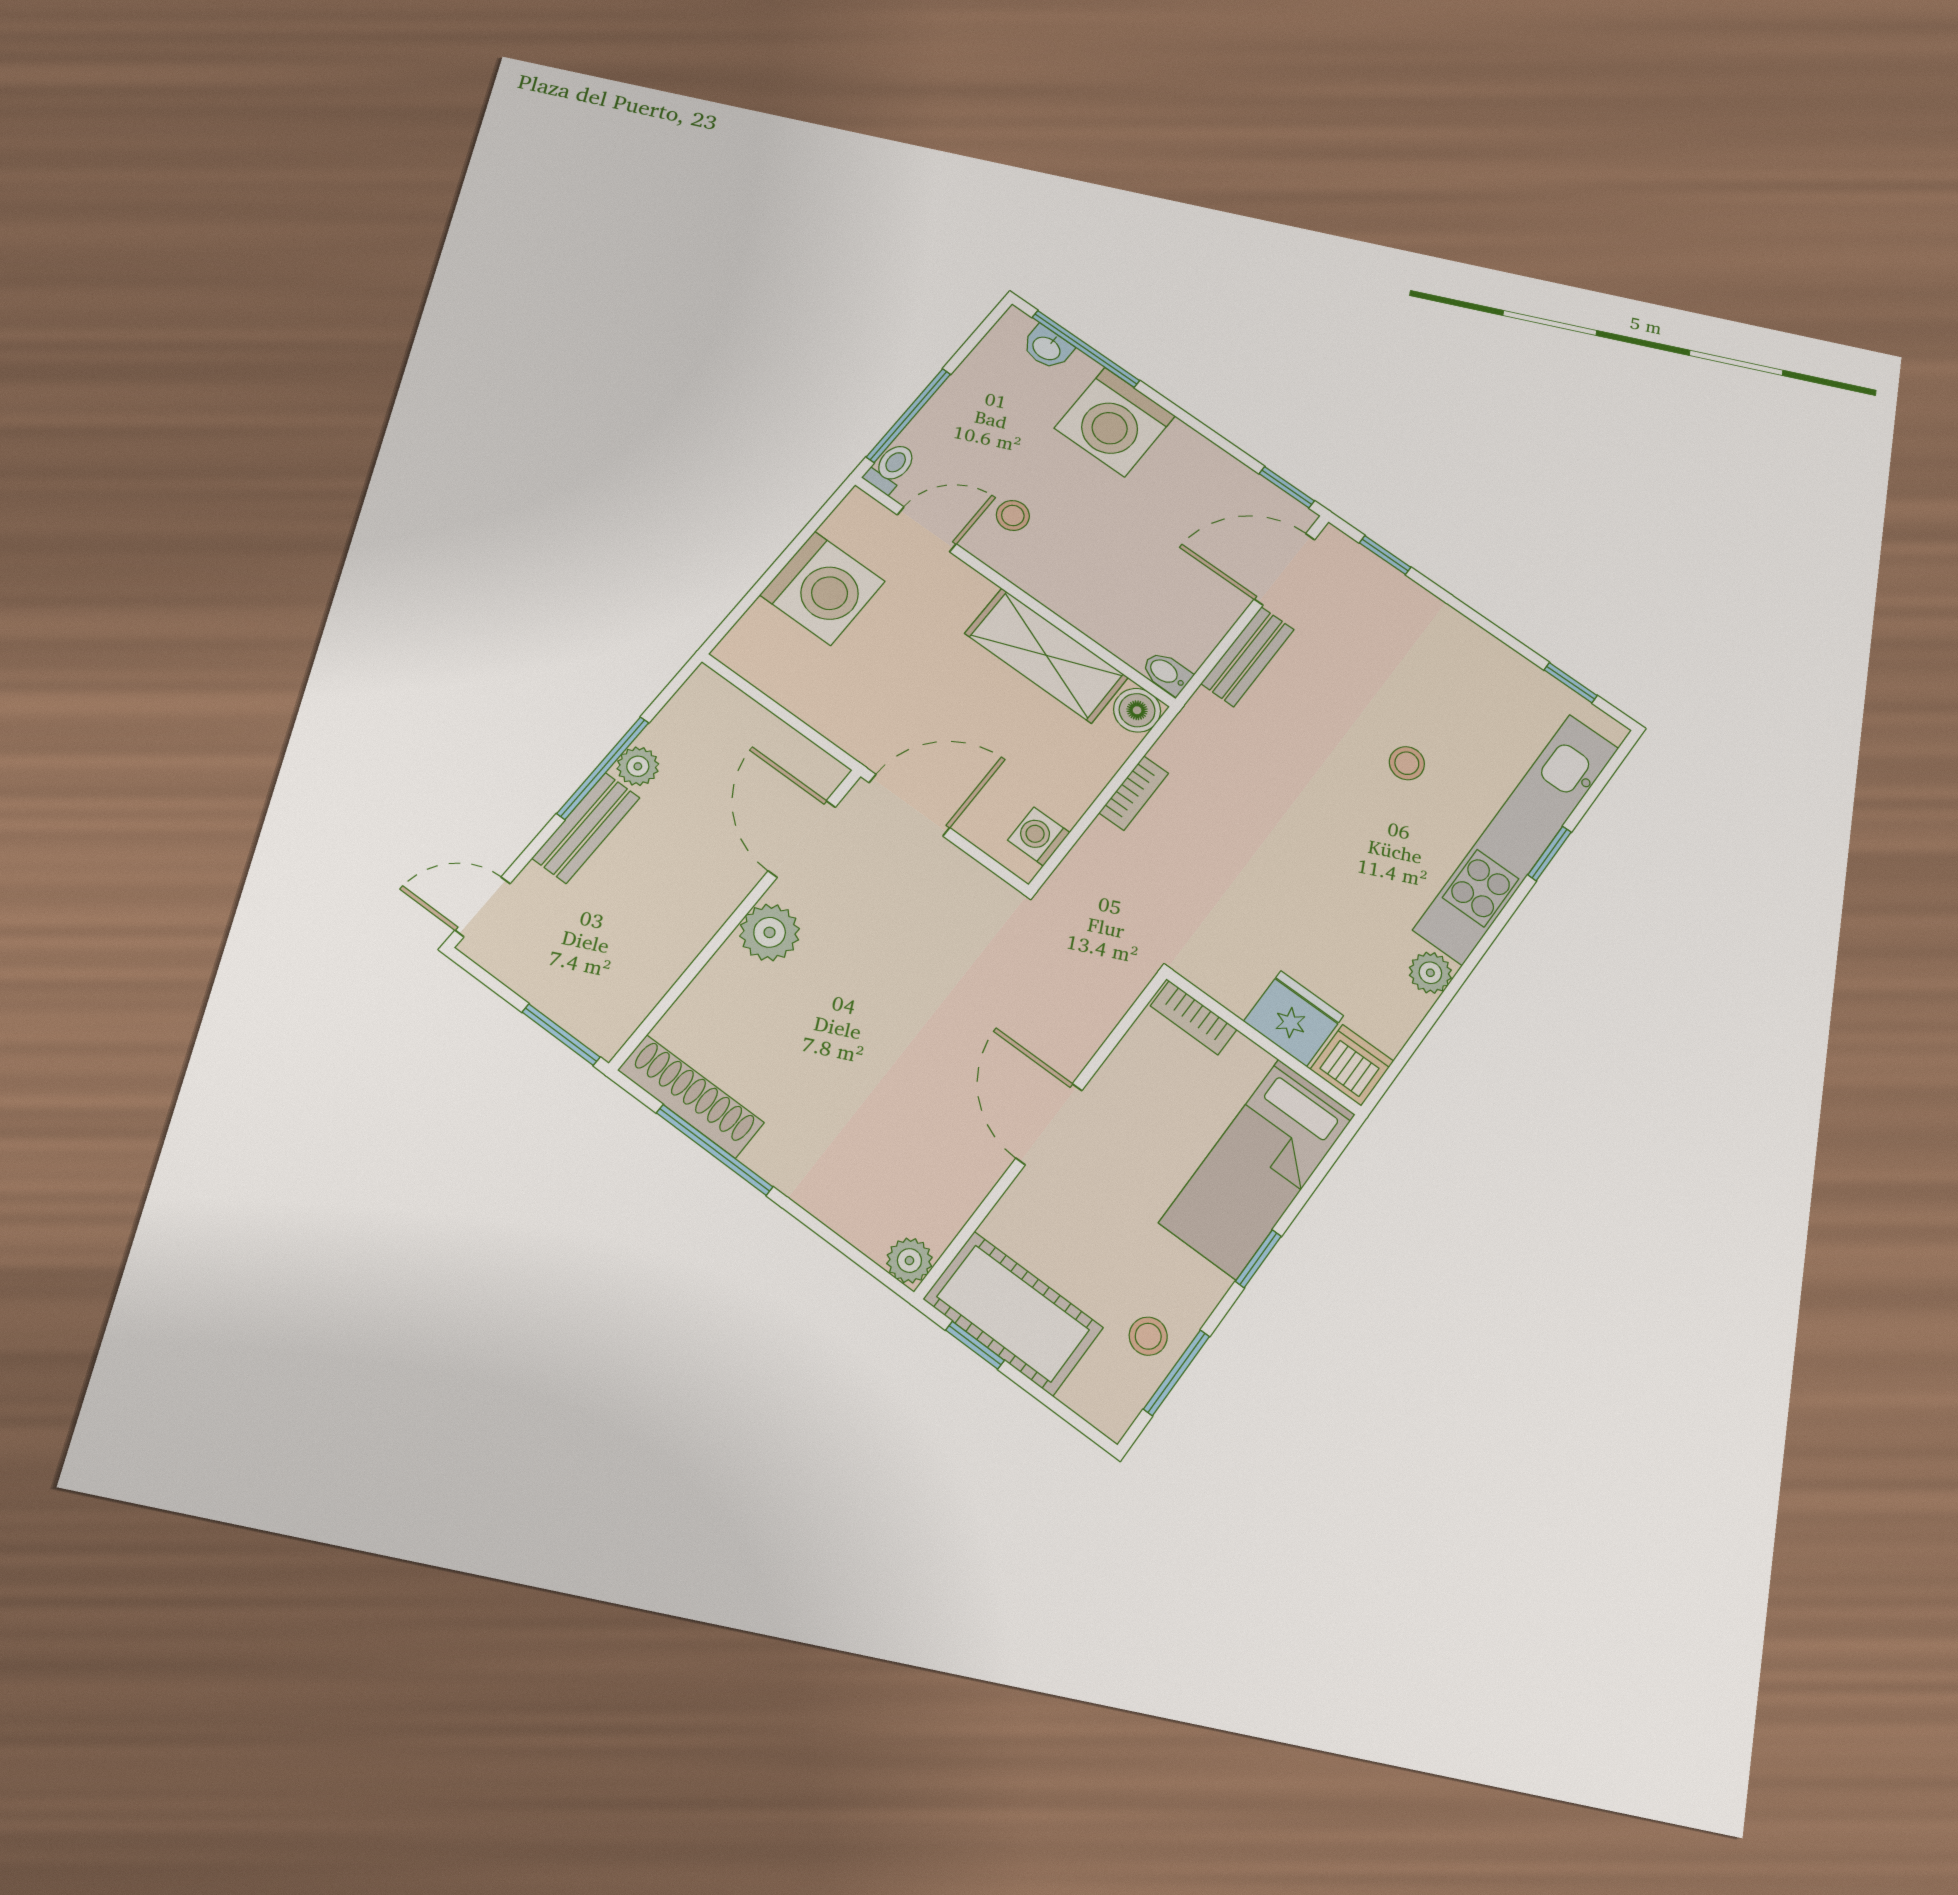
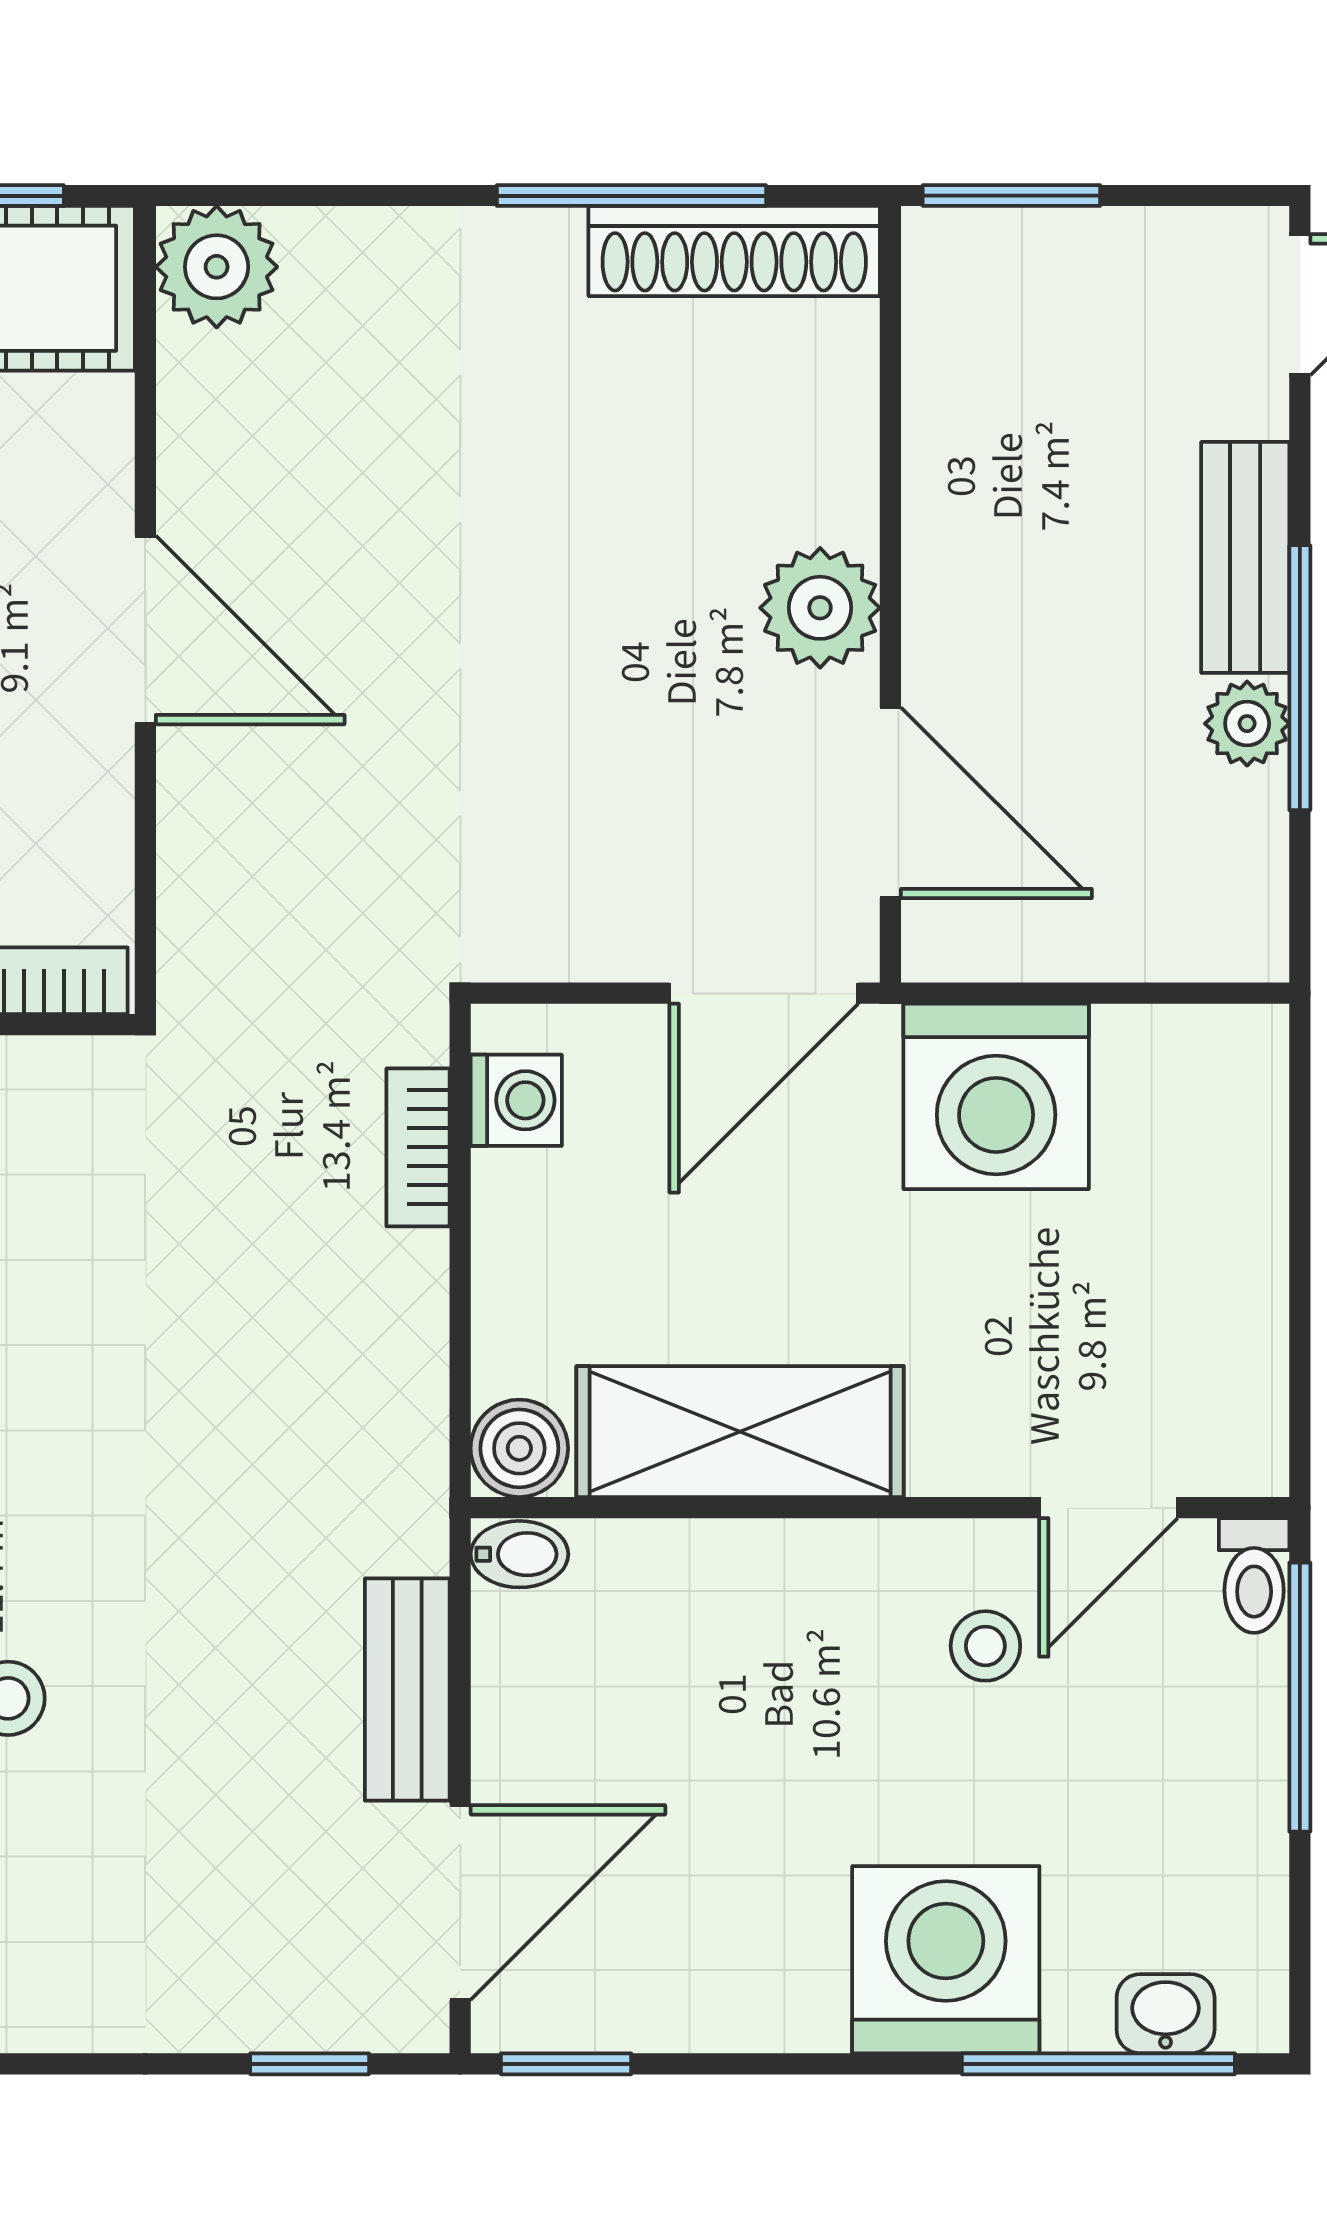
washing machine: (822, 588) -> (996, 1096), moved, turned -90
bookcase: (1134, 793) -> (418, 1147), moved
plant: (909, 1261) -> (217, 267), width x1.38, depth x1.38

